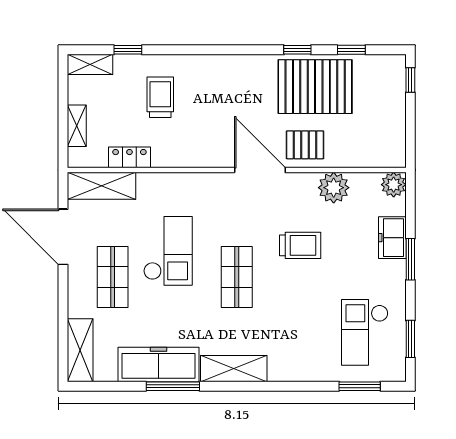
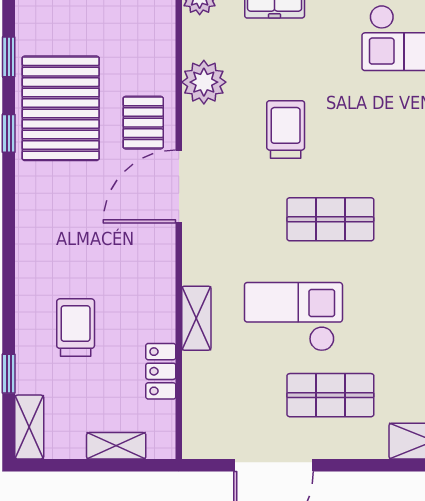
trolley: (160, 97) -> (76, 328), turned 90
shelving: (102, 186) -> (196, 318), moved, width x0.67, depth x0.75

